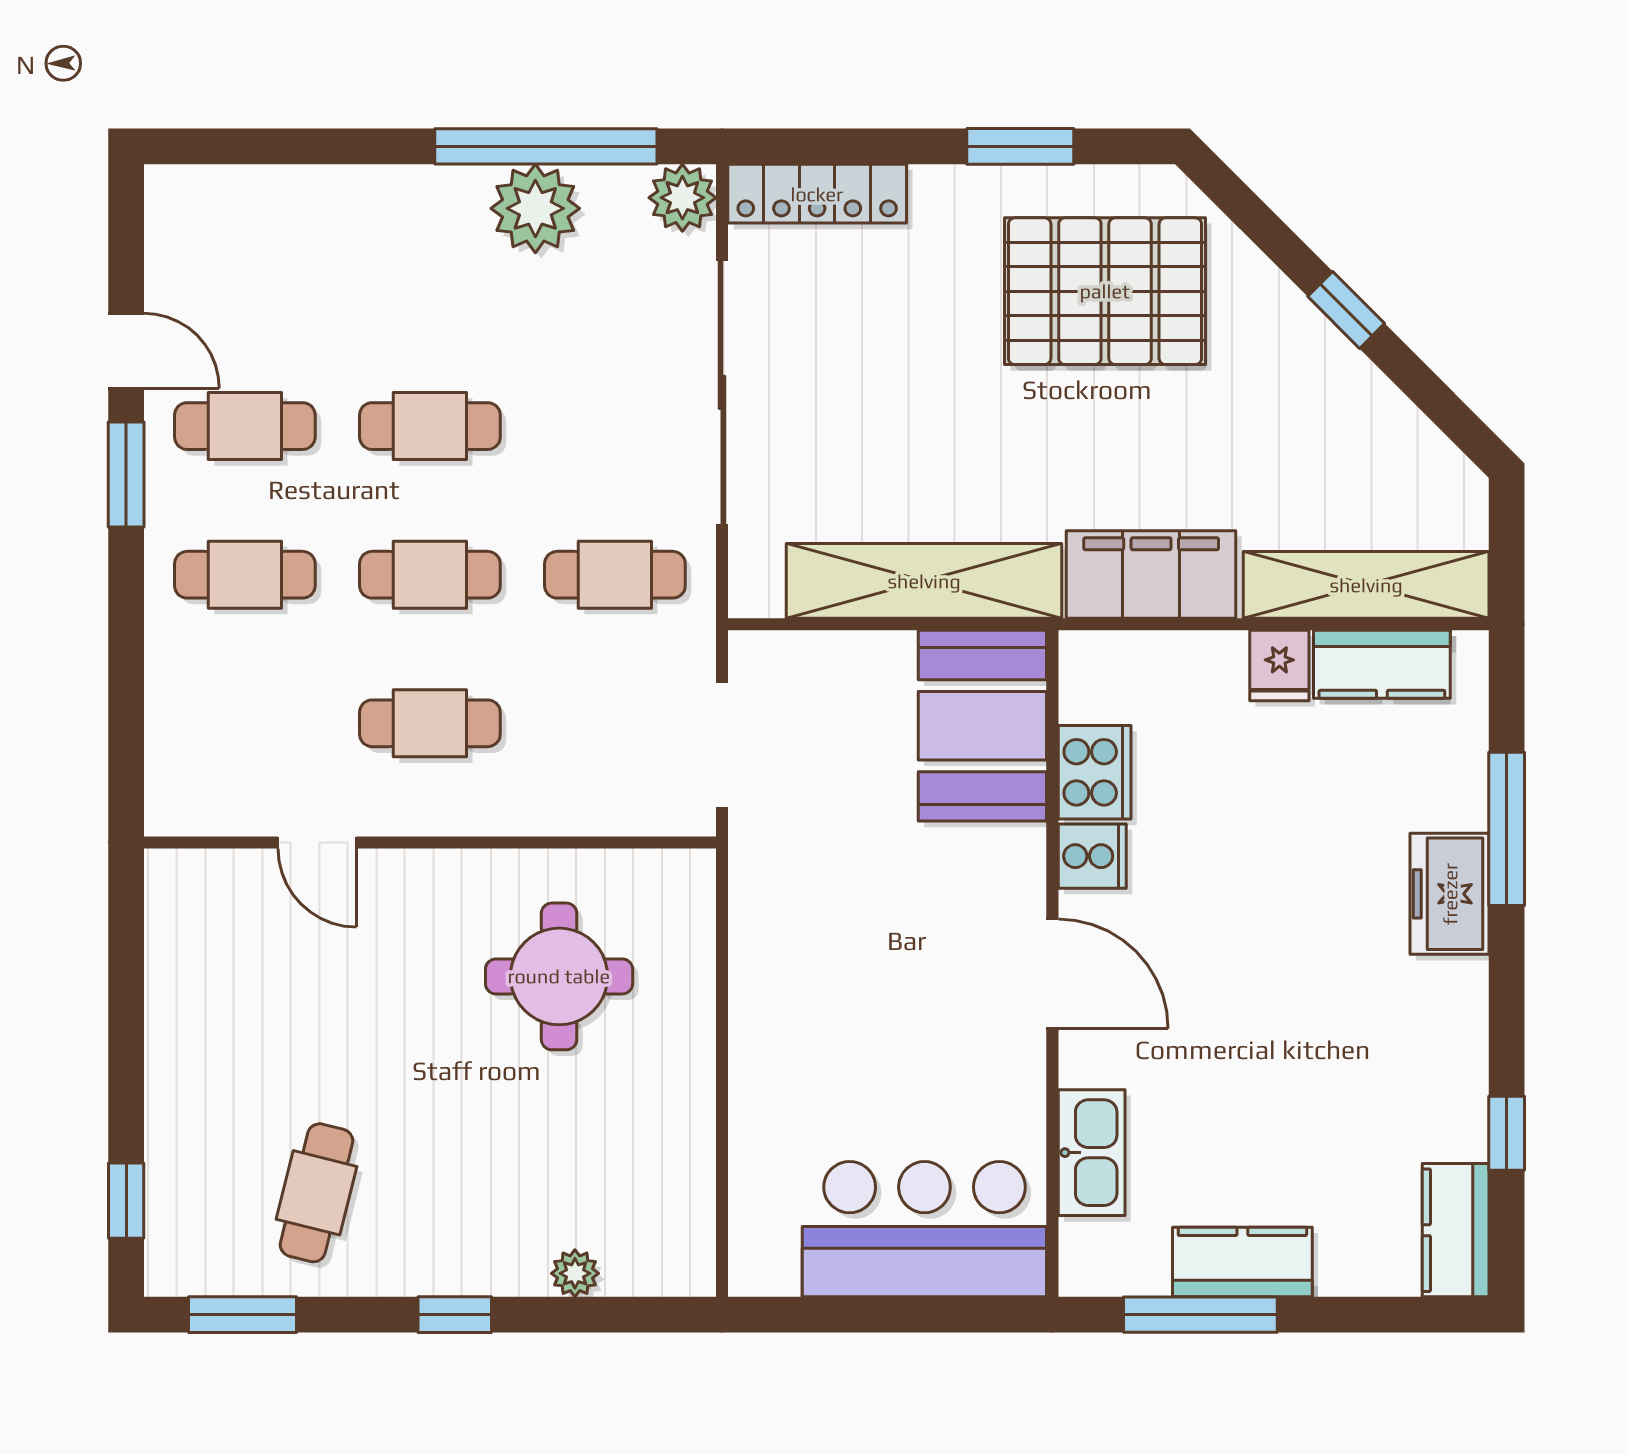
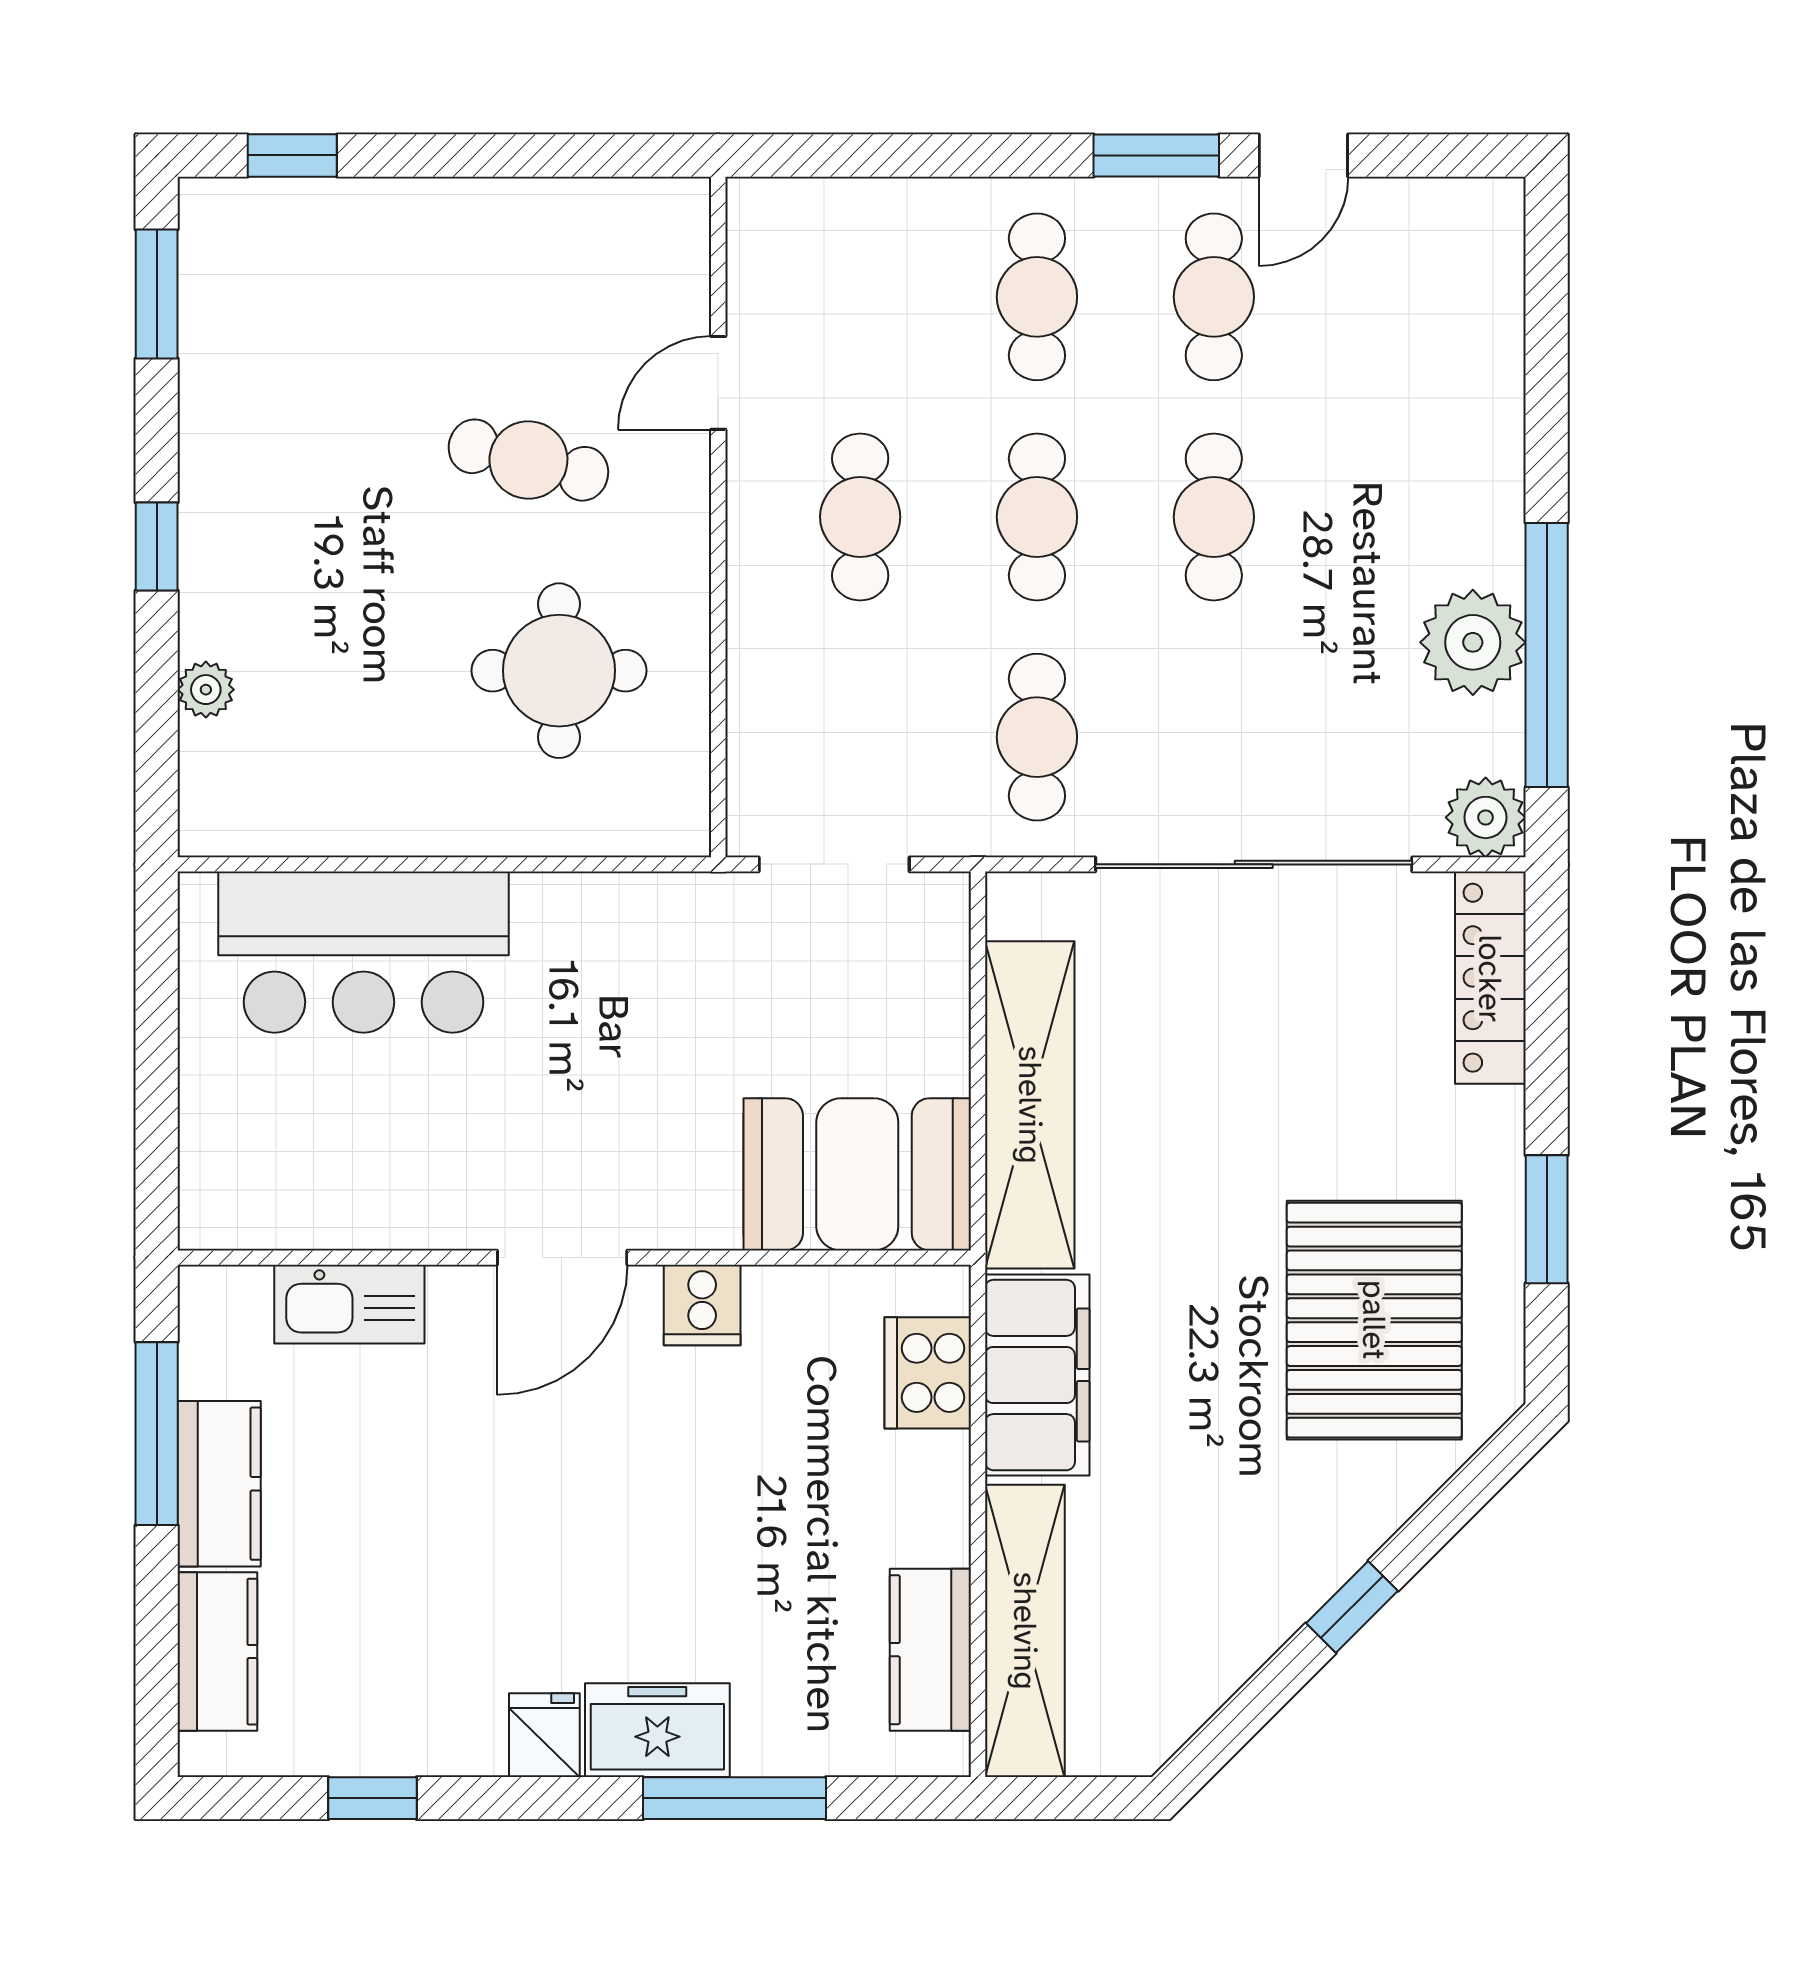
fridge: (1279, 665) -> (544, 1735), moved, turned 90
cooker: (1095, 772) -> (928, 1373), moved, turned 90
cafe table: (317, 1193) -> (528, 460), moved
bar counter: (924, 1229) -> (363, 952), moved, turned 90
kitchen counter: (1456, 1230) -> (217, 1652), moved, turned 90

